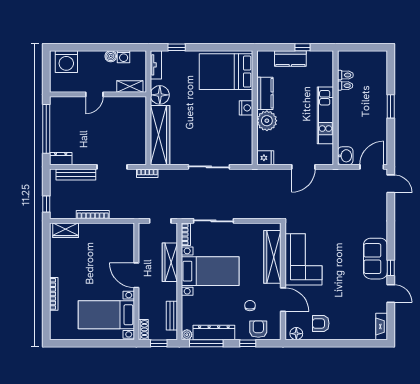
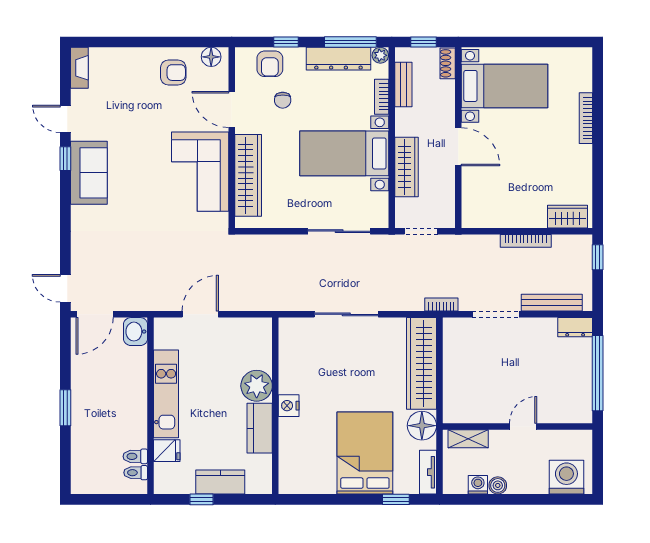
bed: (226, 72) -> (365, 453), moved, turned -90
toilet: (345, 86) -> (136, 473), moved
fridge: (265, 158) -> (167, 451), moved, turned 180
bookcase: (186, 234) -> (382, 97), moved

